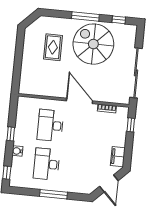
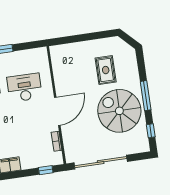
spiral stairs: (93, 44) -> (119, 111), turned -90
rug: (53, 47) -> (106, 70), turned 90

